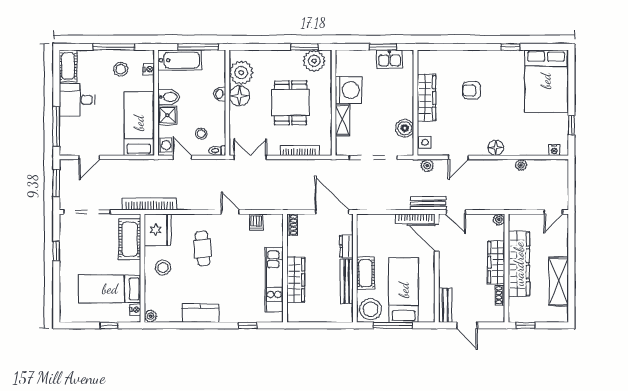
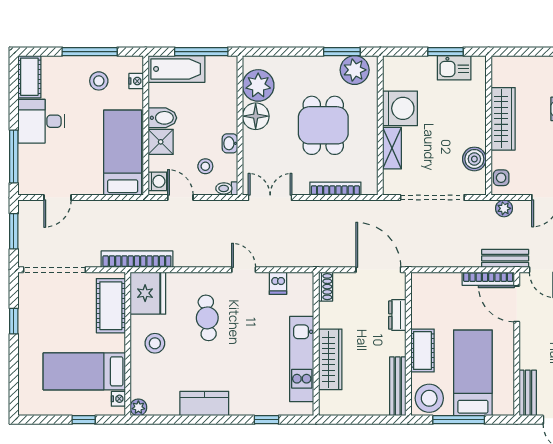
washbasin: (220, 94) -> (230, 143), moved
bench: (347, 281) -> (398, 386), moved

